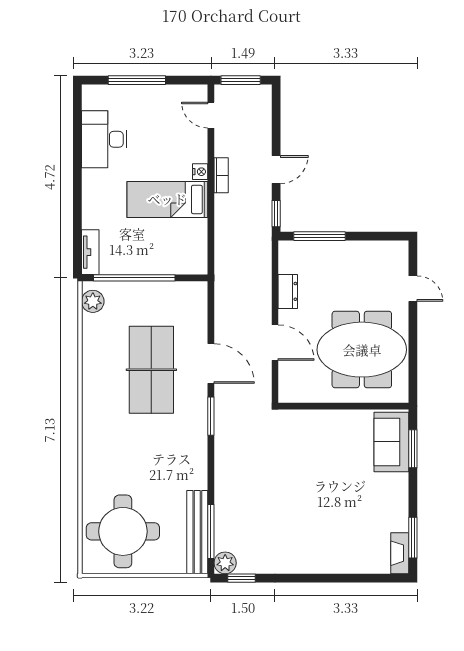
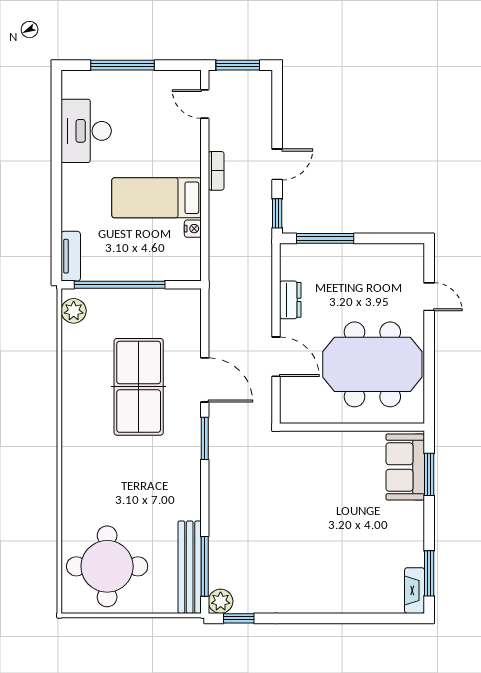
nightstand: (200, 172) -> (193, 229), moved

